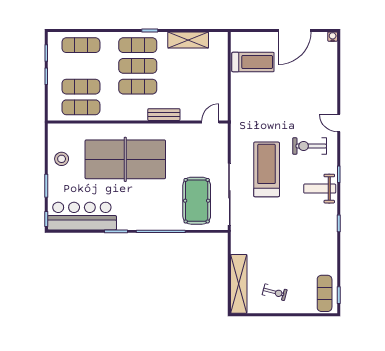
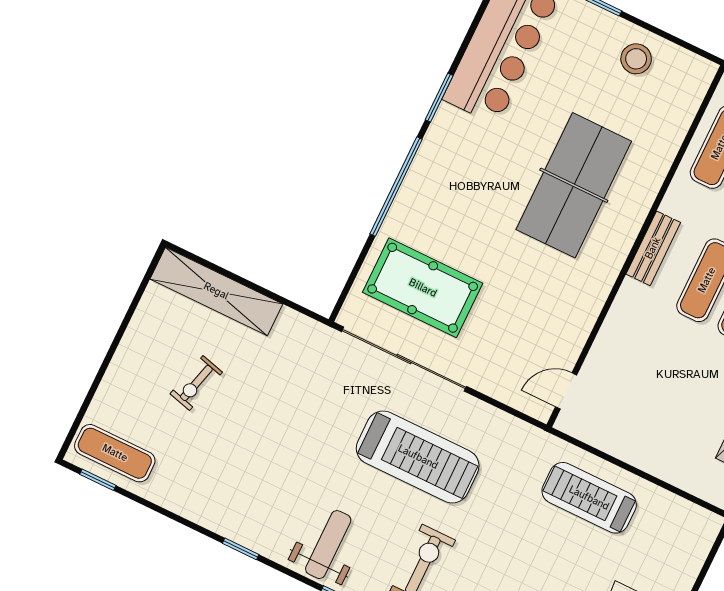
treadmill: (253, 62) -> (589, 498), moved, turned 90
bench: (164, 115) -> (653, 248), moved
door: (210, 122) -> (566, 391), swing flipped
table tennis table: (125, 159) -> (574, 185), width x0.73, depth x0.76
exercise bike: (275, 292) -> (196, 383), moved

